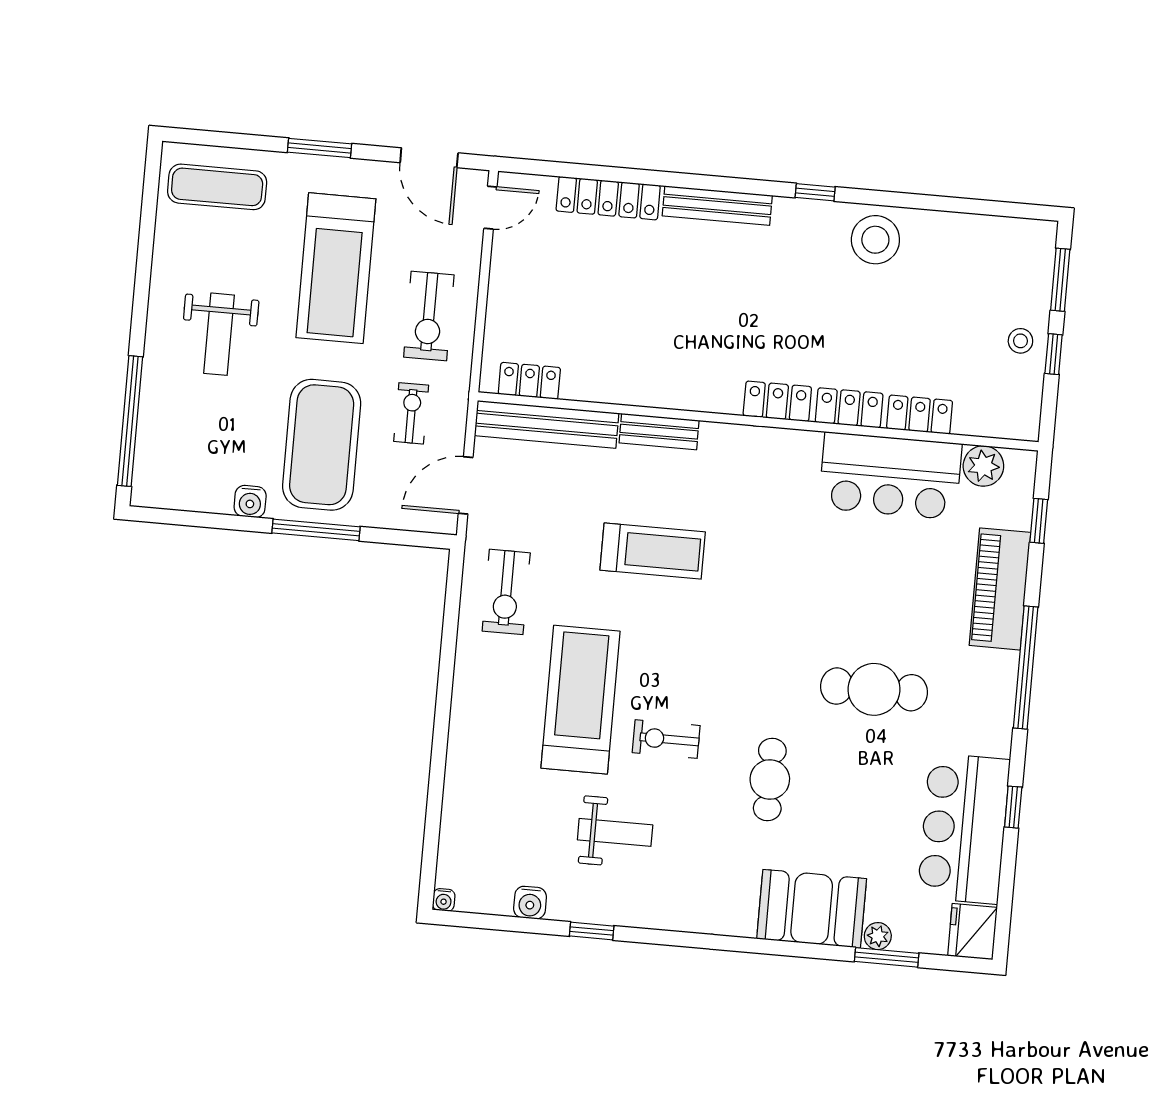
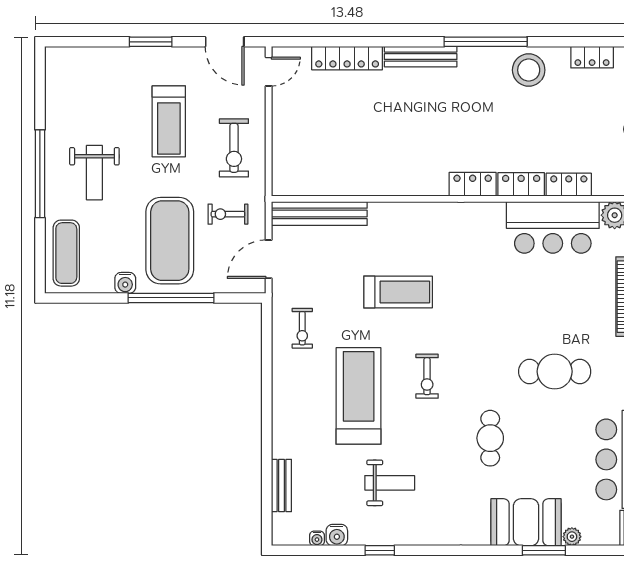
exercise mat: (217, 187) -> (66, 253), moved, turned 90
window: (815, 192) -> (486, 42), width x3.17
treadmill: (336, 268) -> (169, 121), width x0.73, depth x0.73
locker: (529, 381) -> (592, 57), moved, turned 180
exercise bike: (411, 413) -> (228, 214), turned -90
window: (130, 421) -> (40, 174), moved
bench: (659, 432) -> (281, 486), moved, turned 90
window: (316, 530) -> (171, 298), width x1.46
exercise bike: (506, 592) -> (302, 328), width x0.73, depth x0.72
exercise bike: (666, 739) -> (427, 376), moved, turned -90
water cooler: (444, 900) -> (317, 538), moved
window: (887, 957) -> (544, 550), moved

